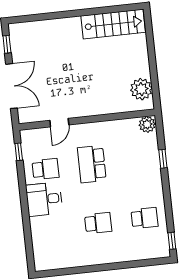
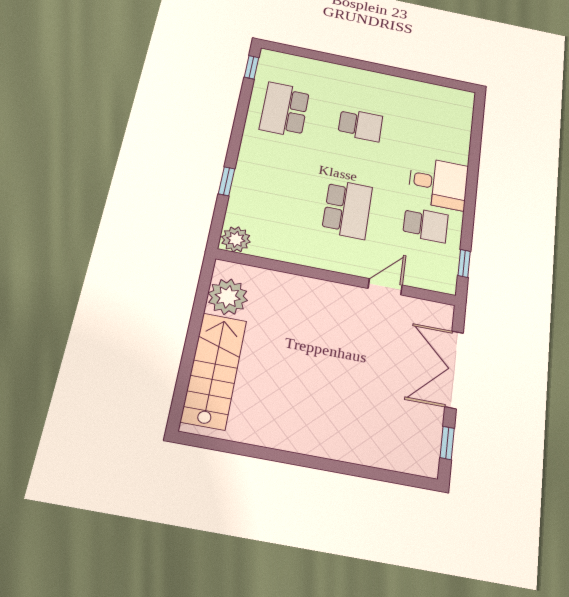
stairs: (113, 24) -> (214, 370), moved, turned 90
school desk: (45, 169) -> (426, 225), turned 180
school desk: (144, 218) -> (285, 110), width x1.85
school desk: (98, 223) -> (360, 125), turned 180

